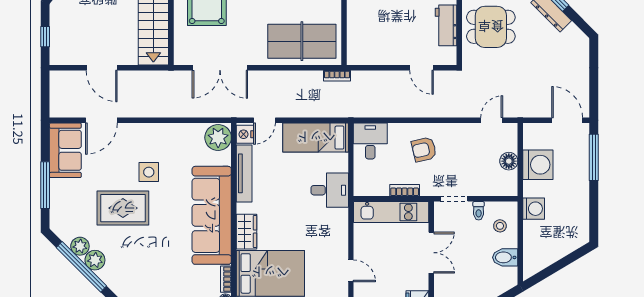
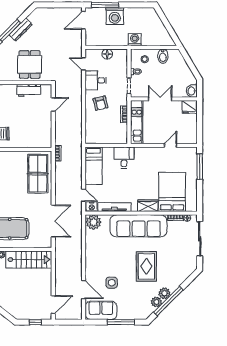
door: (102, 68) -> (53, 305), moved
desk: (370, 141) -> (96, 80), moved
washing machine: (538, 165) -> (115, 16), moved, turned 180
side table: (149, 172) -> (112, 283), moved
rug: (123, 208) -> (146, 266), moved

